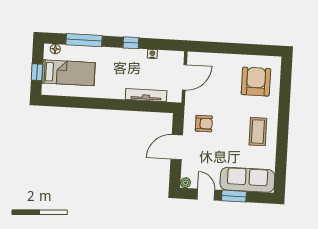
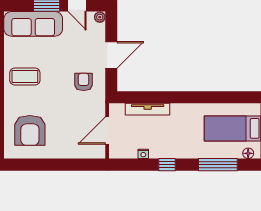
armchair: (204, 124) -> (84, 82), turned 90
coffee table: (258, 132) -> (25, 77), turned 90

